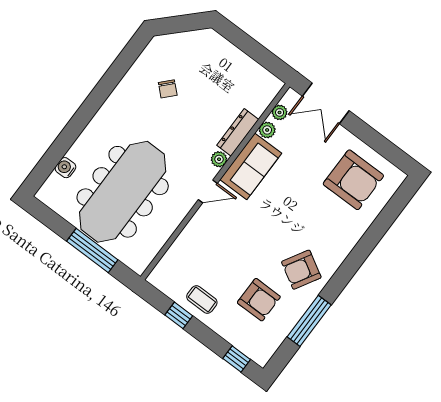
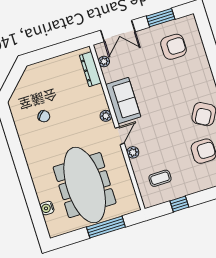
plant: (267, 130) -> (133, 152), moved
dresser: (238, 132) -> (90, 69), moved
window: (376, 141) -> (161, 18), added
armchair: (353, 180) -> (174, 47), width x0.73, depth x0.73
coffee table: (202, 300) -> (160, 178), moved

